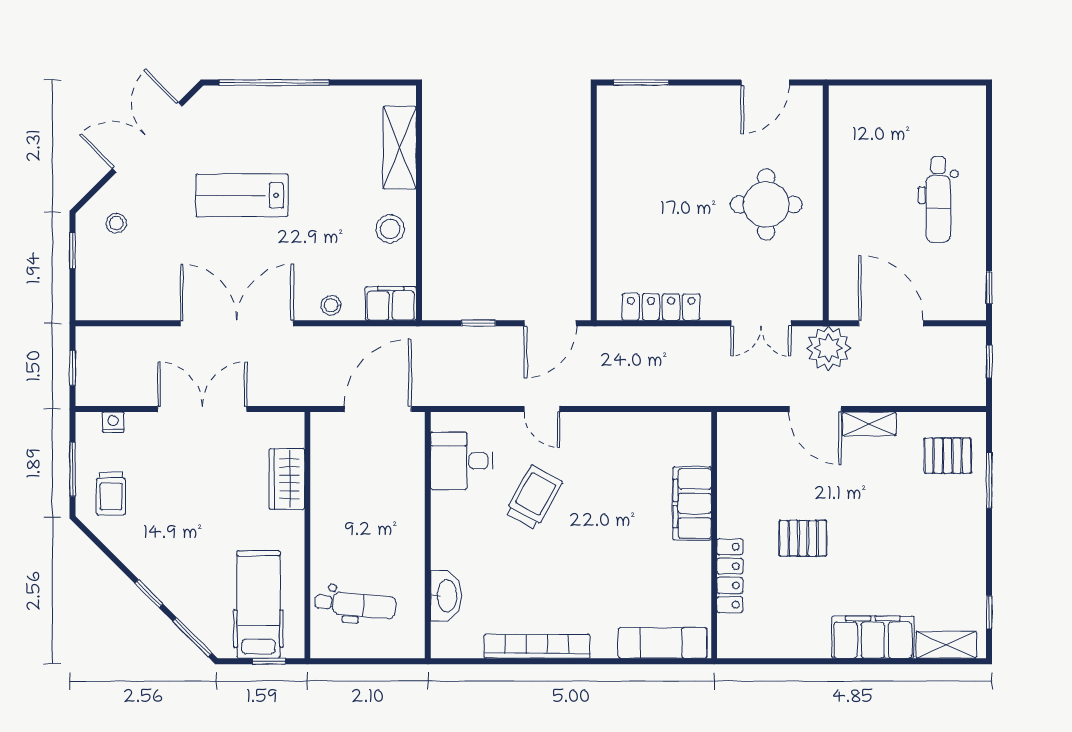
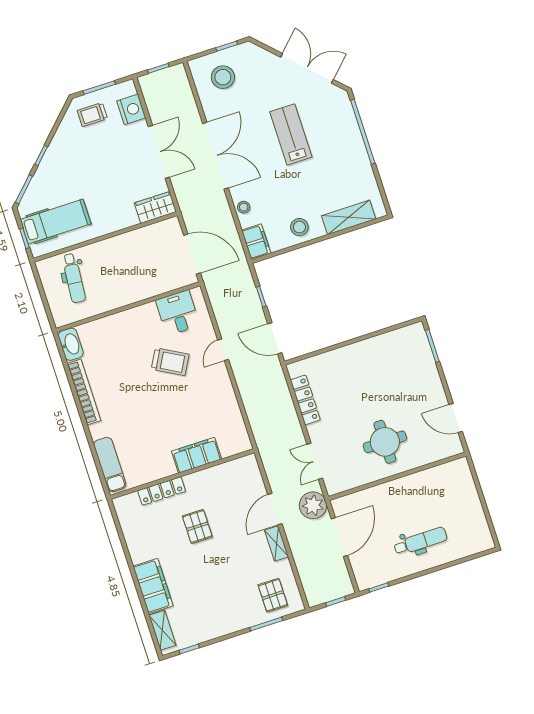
dental chair: (938, 199) -> (420, 541), turned 180
stool: (116, 223) -> (223, 77), moved, width x1.89, depth x1.89
nightstand: (113, 422) -> (131, 109), width x1.89, depth x1.79
wardrobe: (287, 479) -> (155, 207), moved
washbasin: (446, 596) -> (71, 344), moved, turned -90

